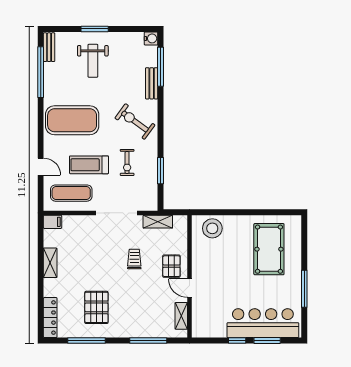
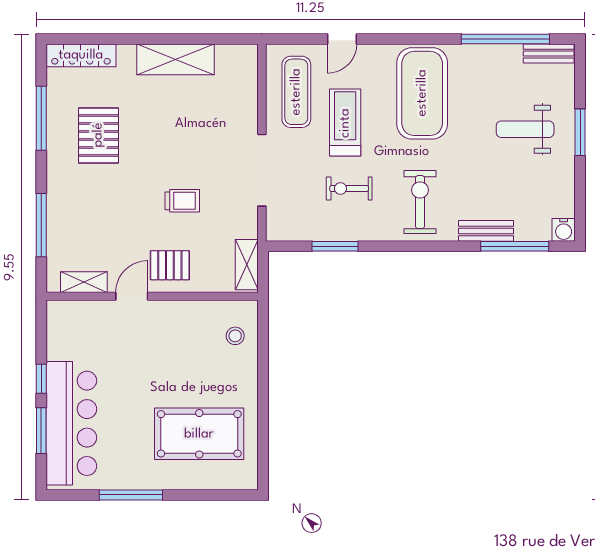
exercise bike: (135, 121) -> (420, 202), turned -36
filing cabinet: (52, 222) -> (247, 59), removed
shelving: (158, 222) -> (247, 265), moved
stool: (212, 228) -> (235, 336), width x0.53, depth x0.53
shelving: (50, 263) -> (176, 59), width x1.50, depth x1.33
pallet: (96, 307) -> (98, 135), turned 90

